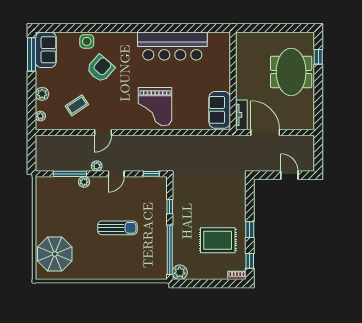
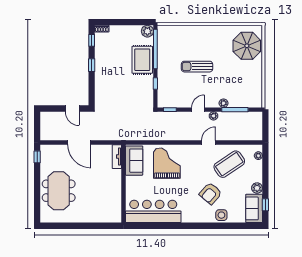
window: (32, 54) -> (265, 205), width x0.46
window: (318, 57) -> (37, 157), moved
wall: (233, 81) -> (123, 184), moved
plant: (42, 94) -> (257, 188), moved
coffee table: (77, 105) -> (229, 164), width x1.86, depth x1.72
sofa: (220, 110) -> (134, 161), moved
tv unit: (241, 115) -> (117, 157), moved
door: (289, 175) -> (72, 109), moved
rug: (218, 240) -> (142, 60), moved, turned 90

